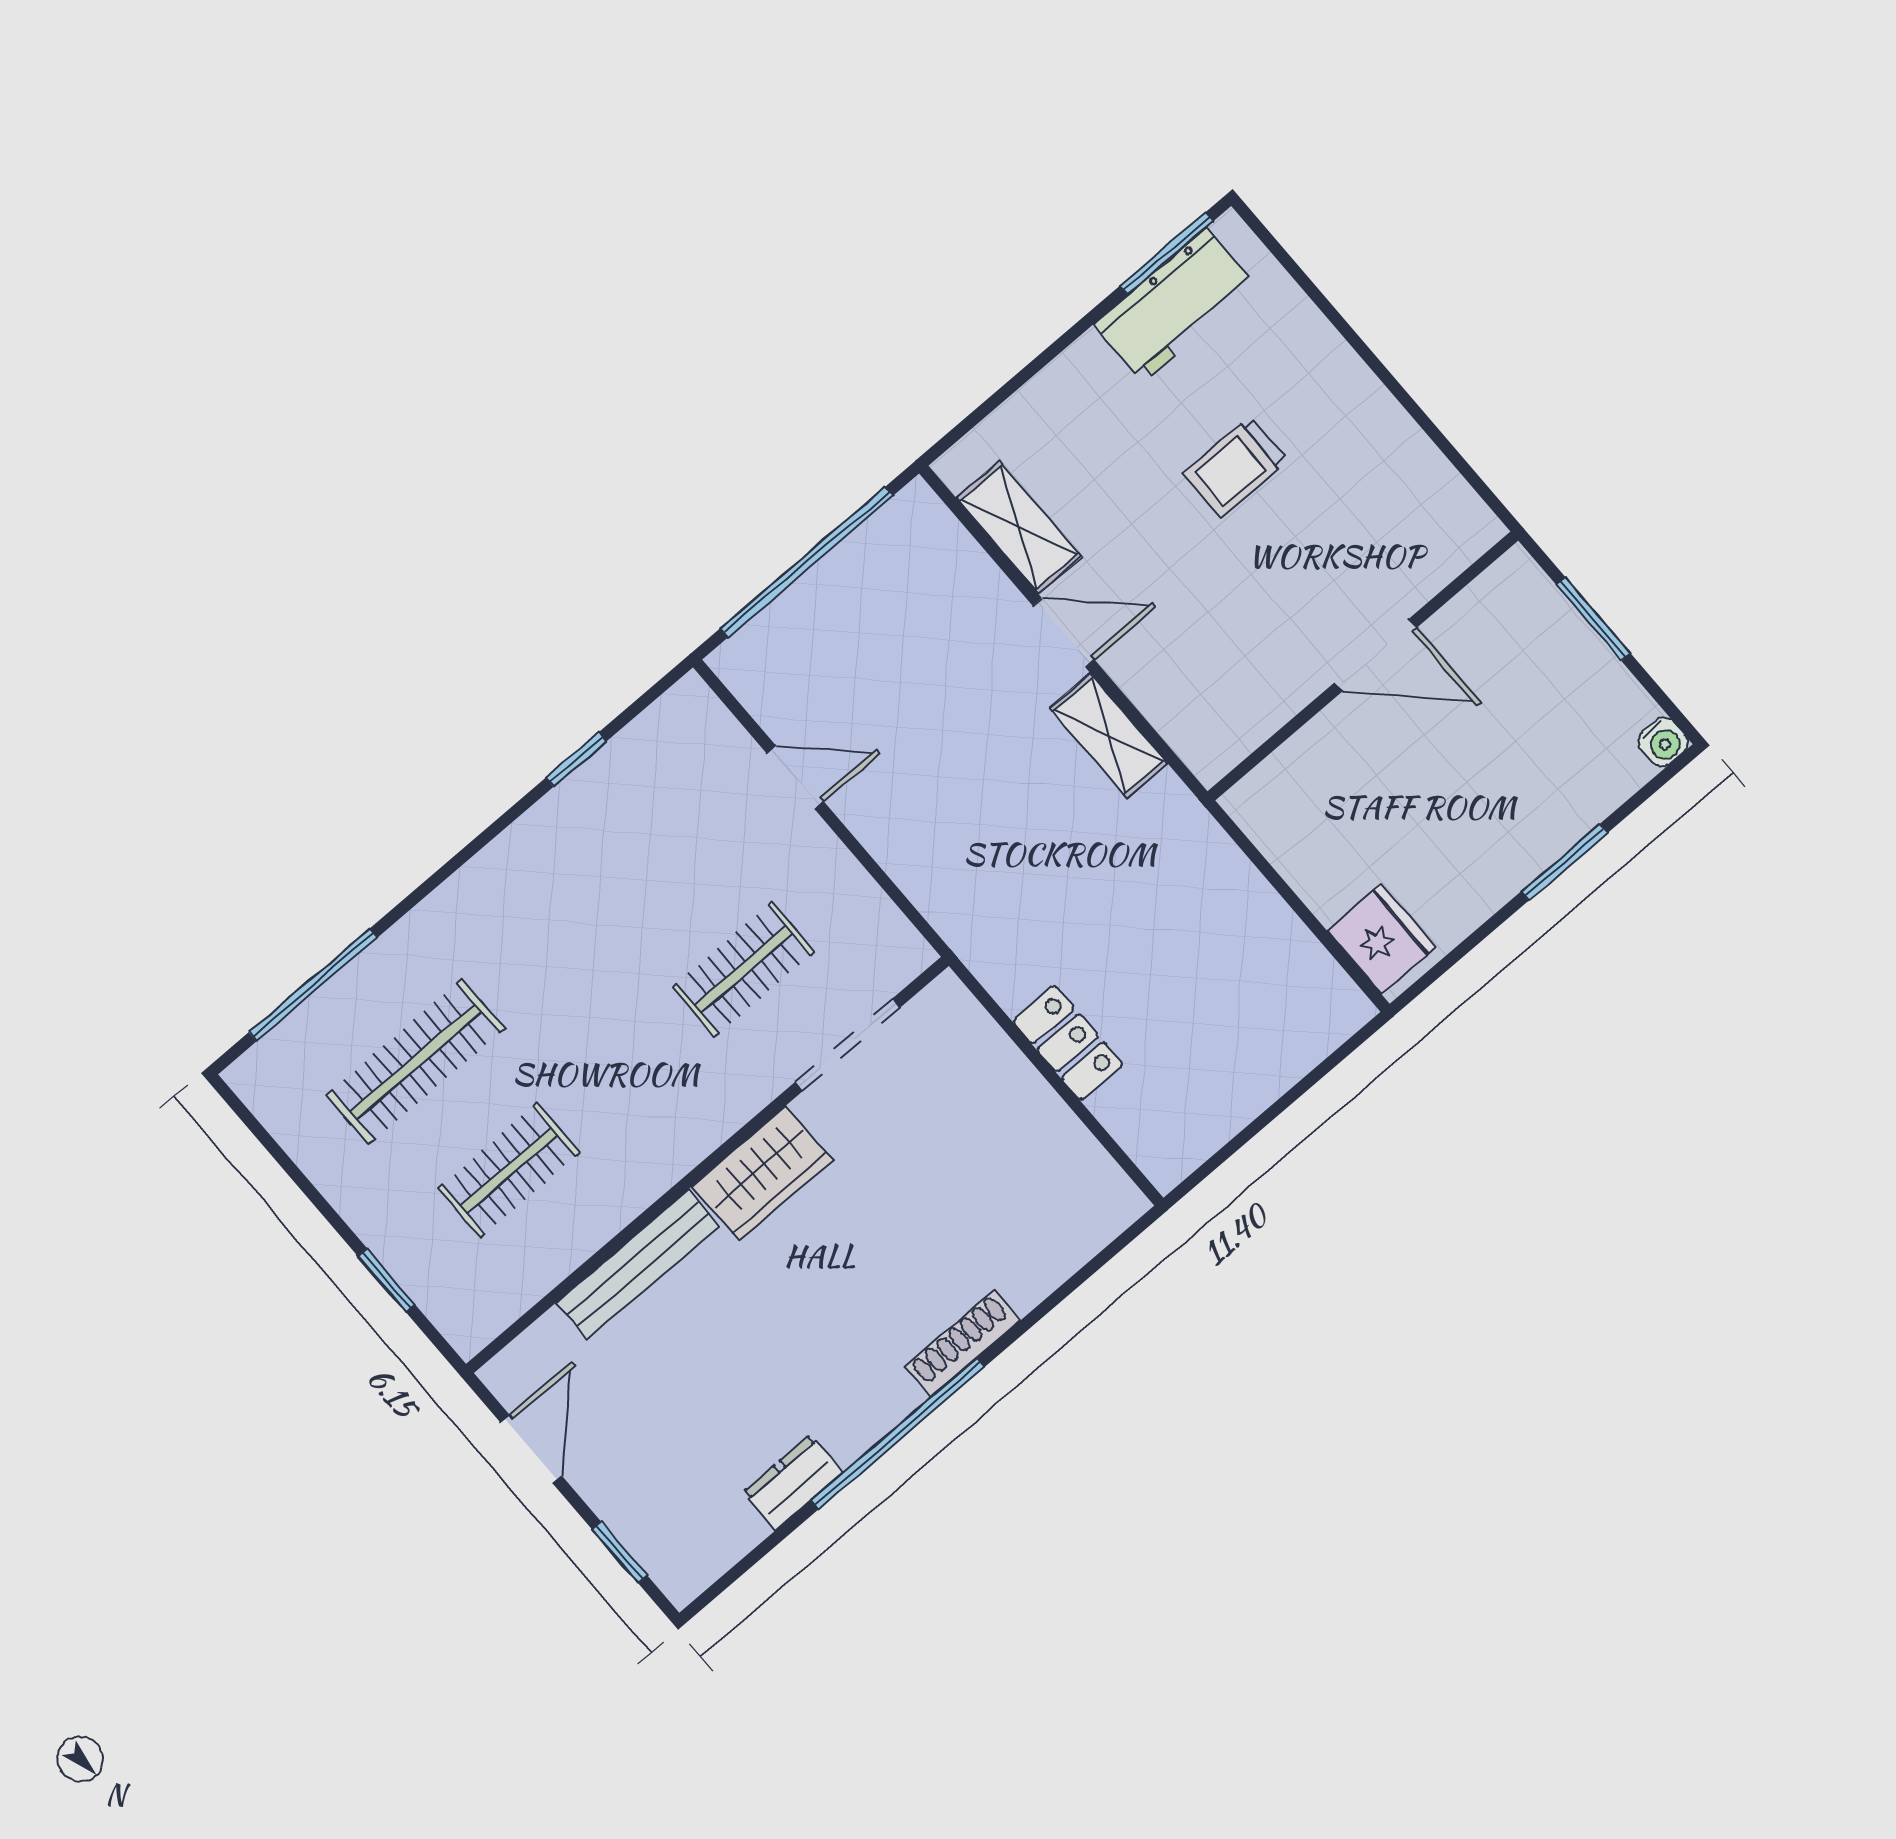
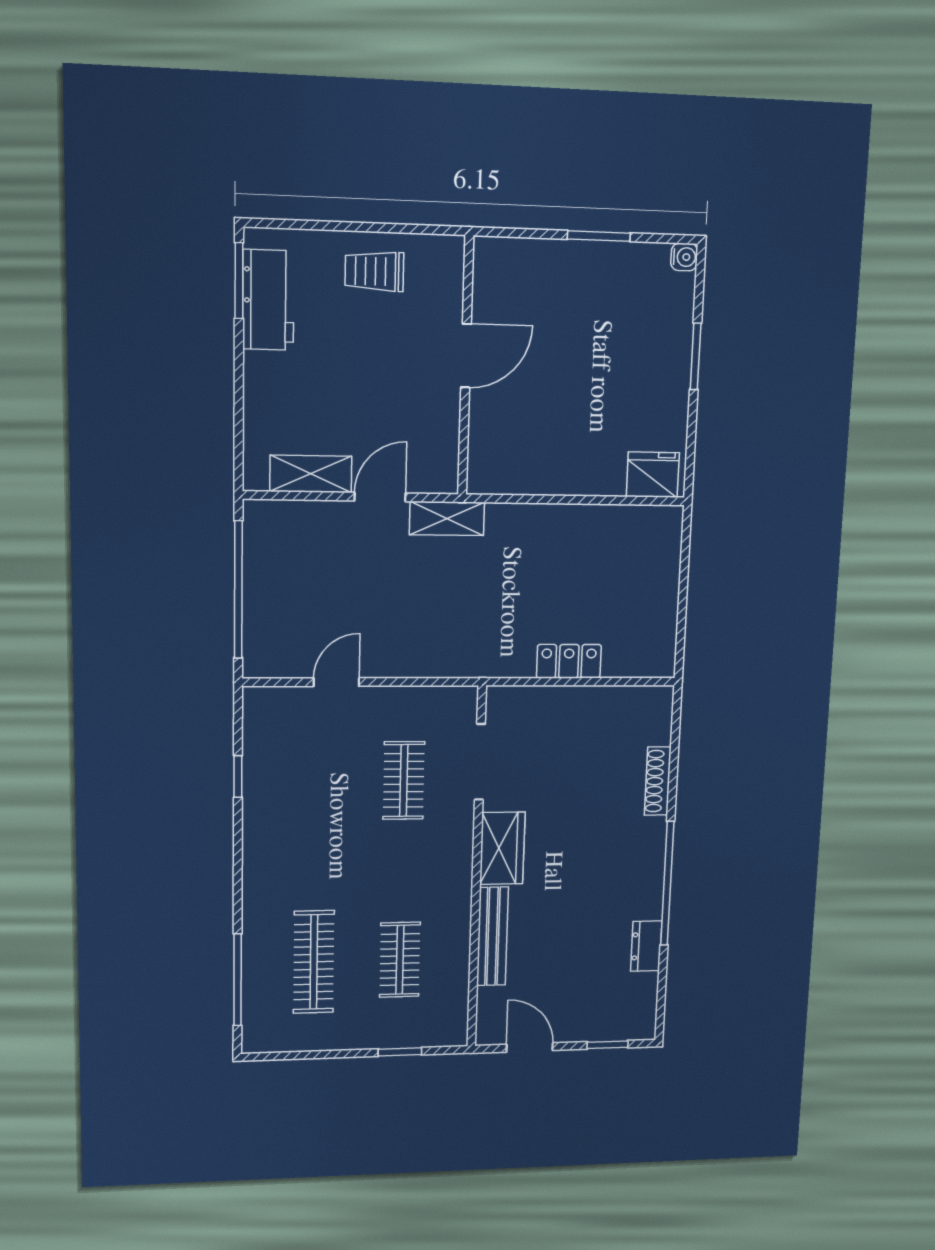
trolley: (1235, 467) -> (374, 271), moved, turned 90
door: (1376, 655) -> (466, 356), moved
wall: (1363, 666) -> (466, 367), moved
shoe rack: (963, 1344) -> (658, 781), moved

